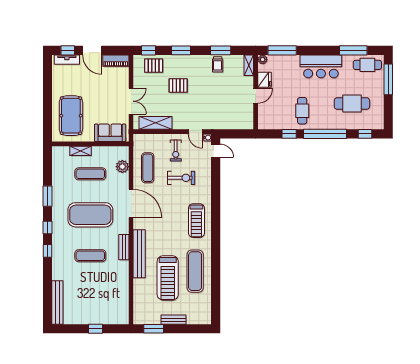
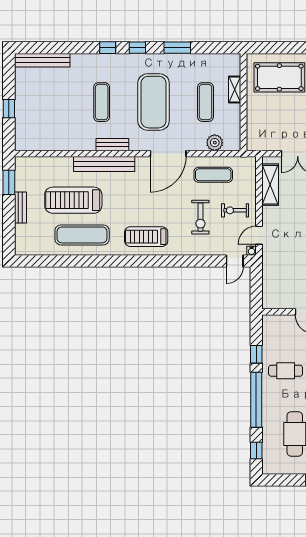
sofa: (110, 133) -> (258, 127), removed

